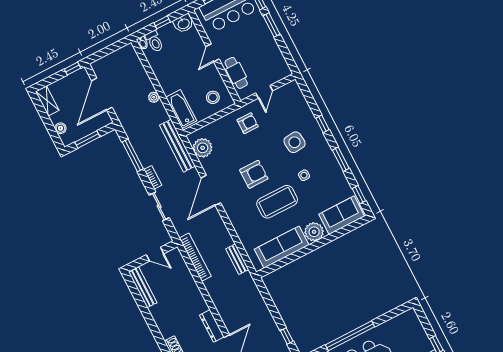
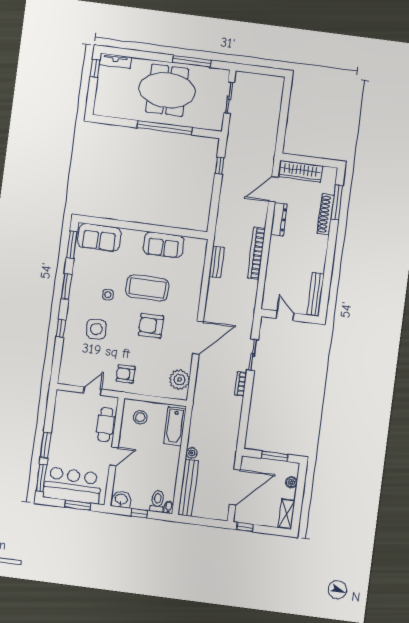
bench: (177, 146) -> (188, 488), moved
window: (133, 155) -> (245, 415), removed
window: (359, 195) -> (72, 245), width x1.50
plant: (314, 232) -> (133, 239), removed
sofa: (282, 247) -> (164, 245), width x0.73
bookcase: (195, 257) -> (256, 253), moved

